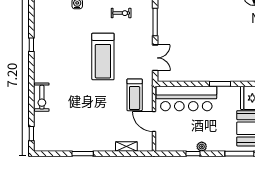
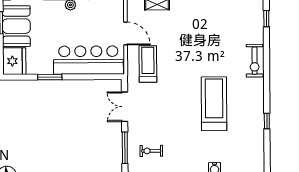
exercise bike: (121, 13) -> (151, 151), moved
treadmill: (103, 56) -> (214, 104), moved
exercise bike: (42, 97) -> (255, 61), turned 180

